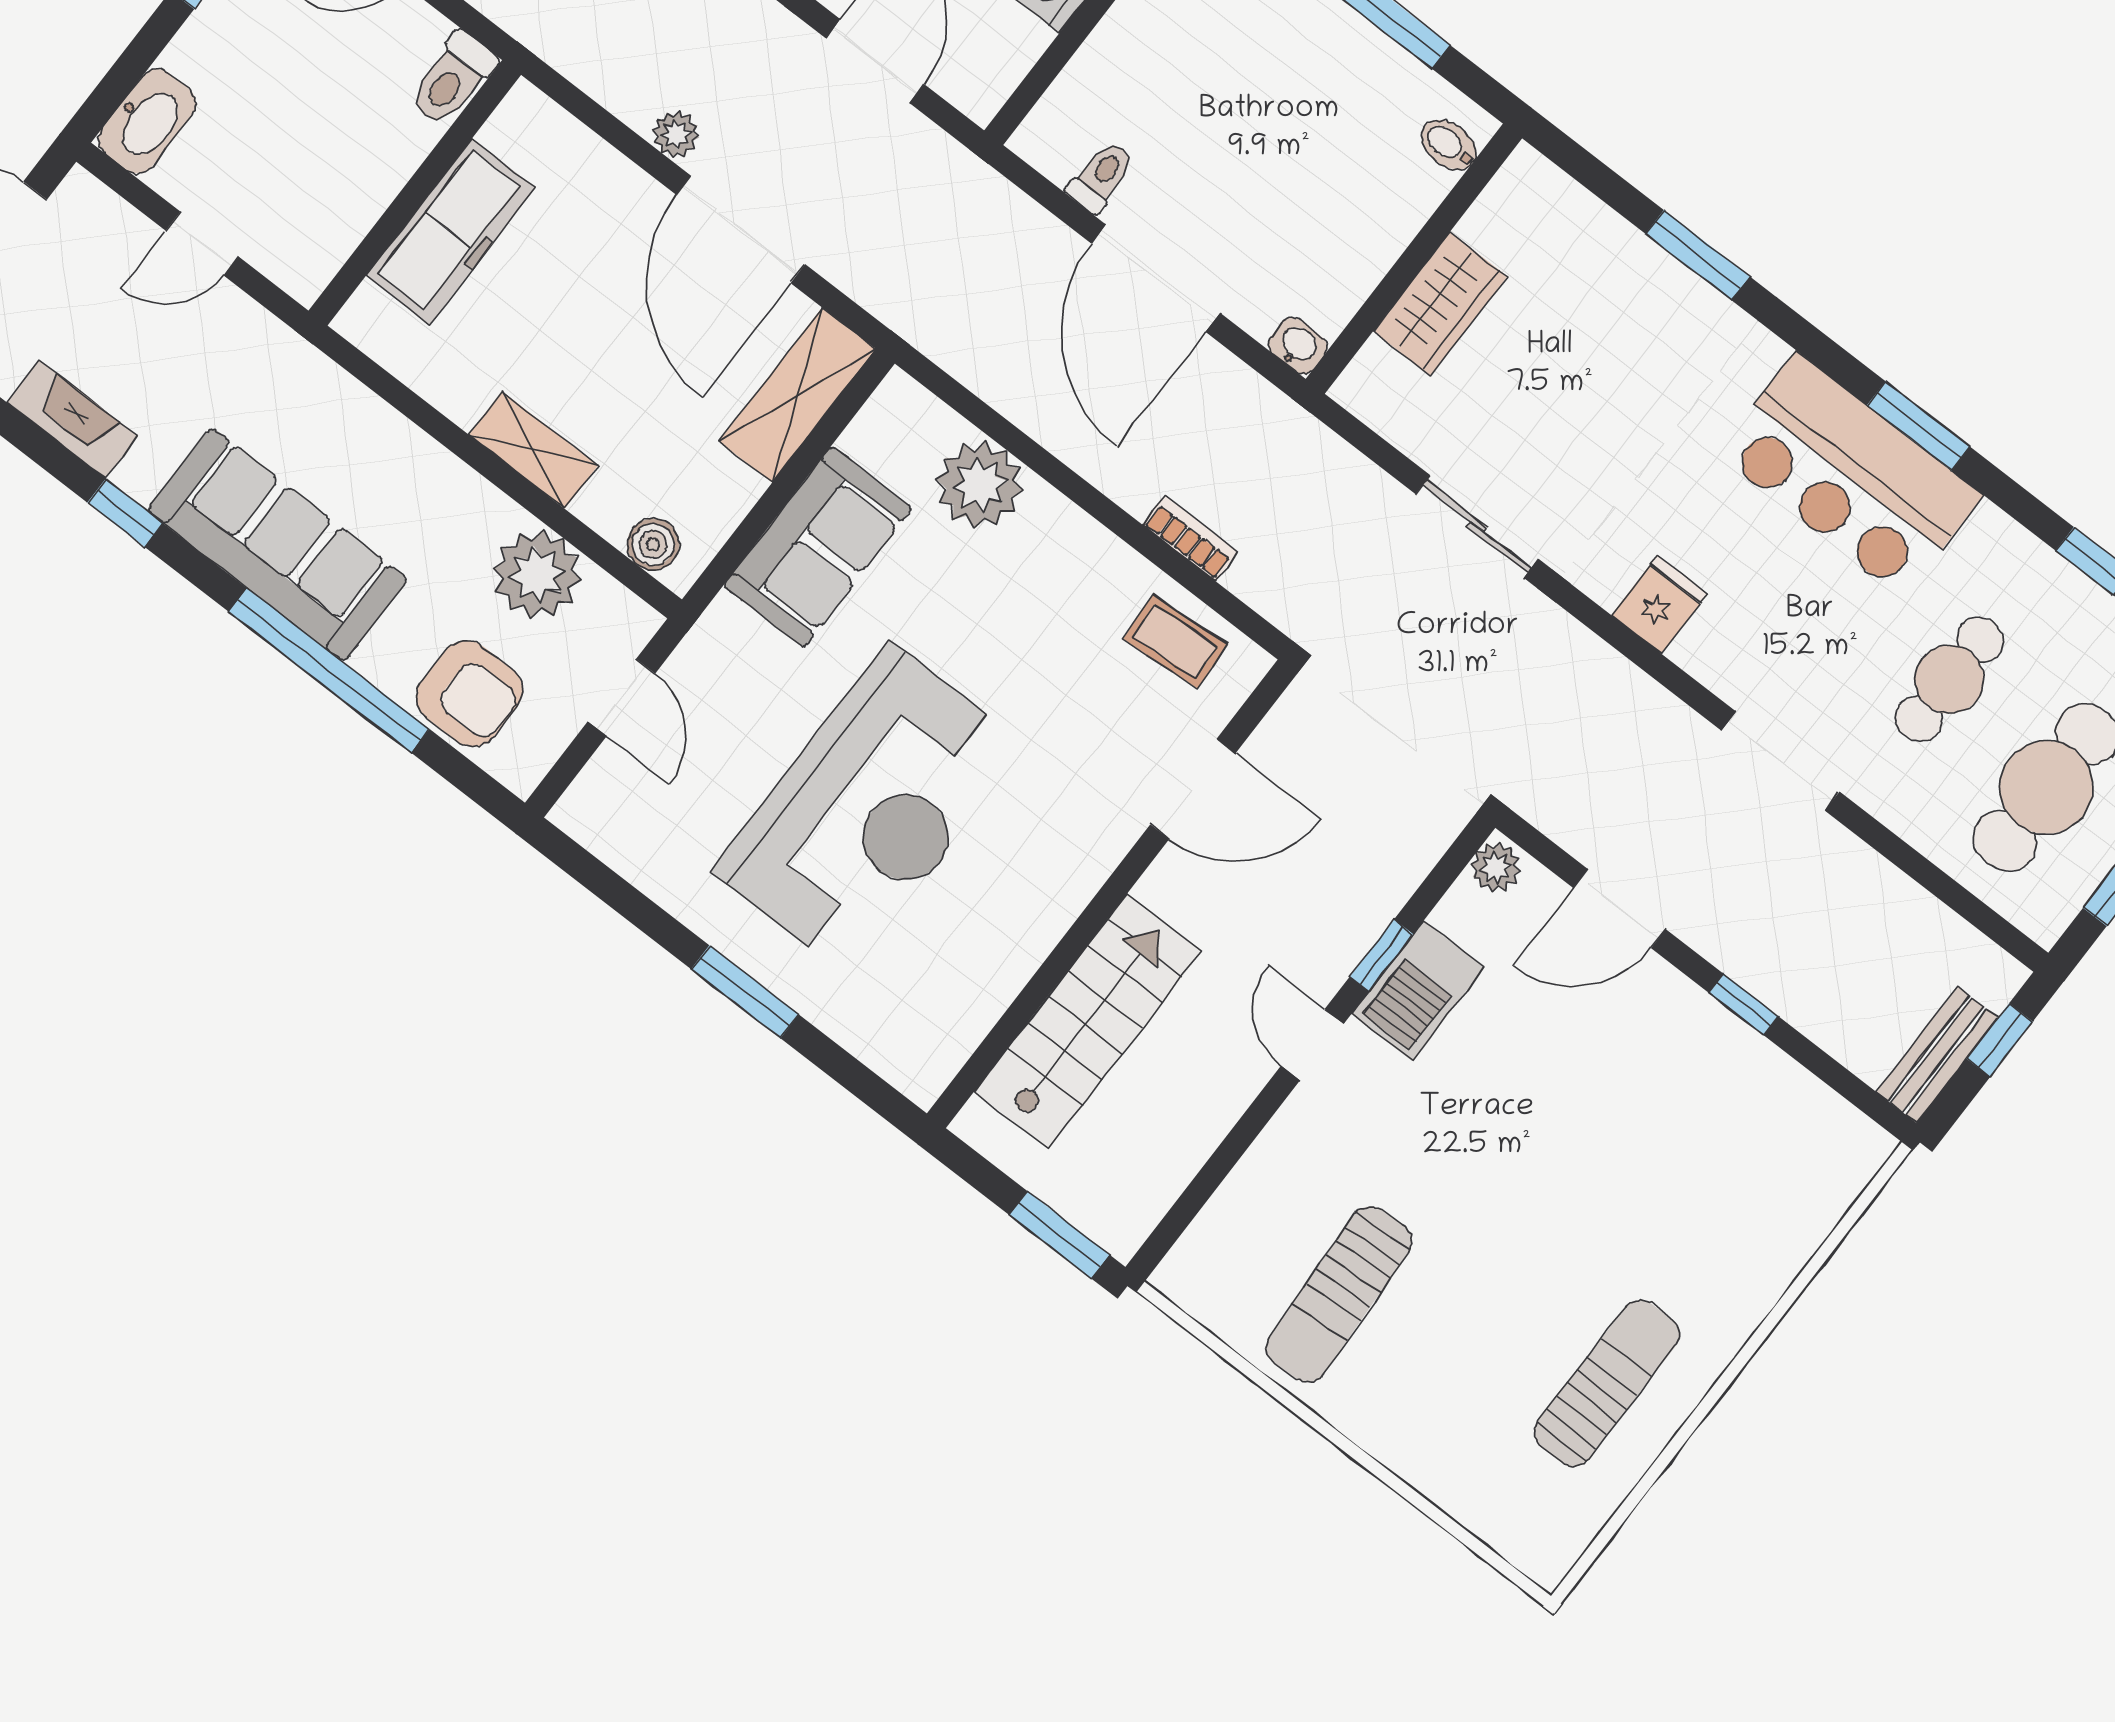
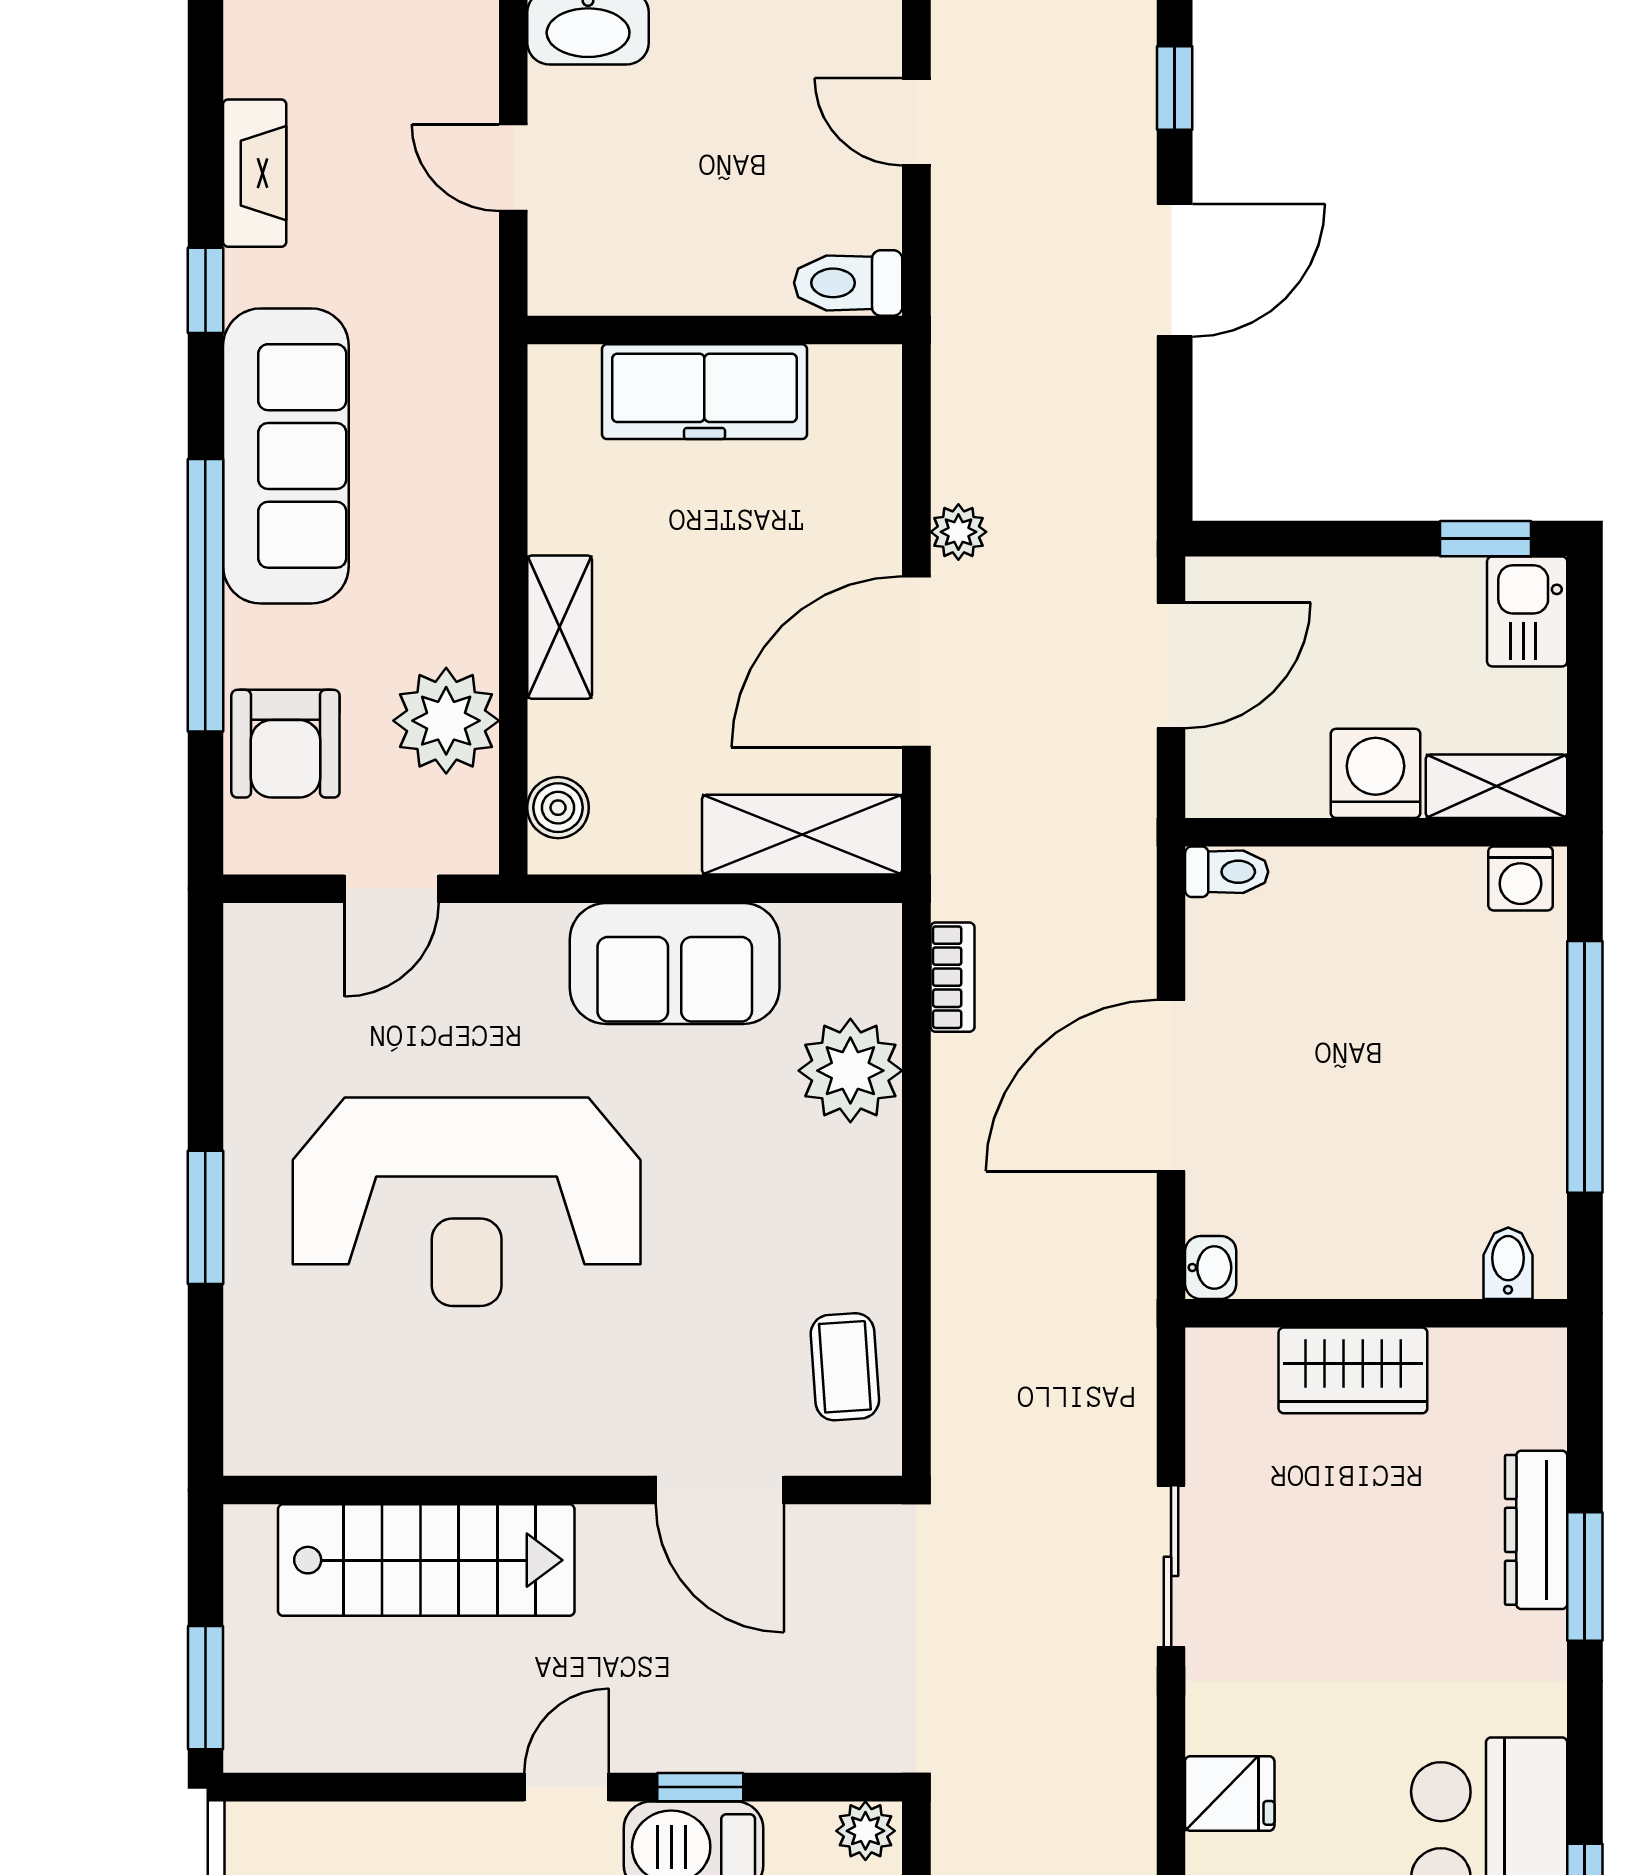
toilet: (1101, 176) -> (1227, 872), moved
dresser: (1641, 264) -> (1536, 1530), added
bookcase: (1190, 538) -> (952, 977), moved

